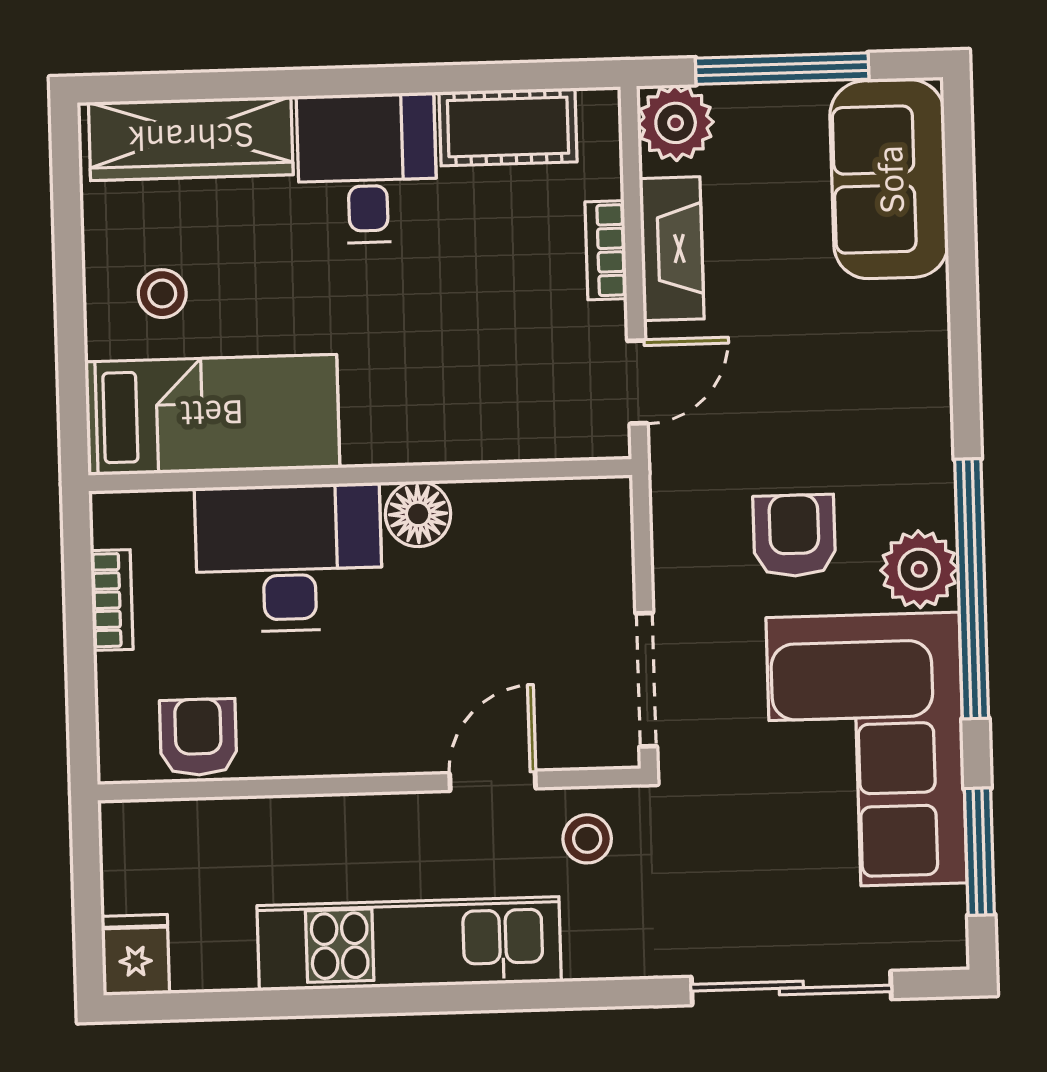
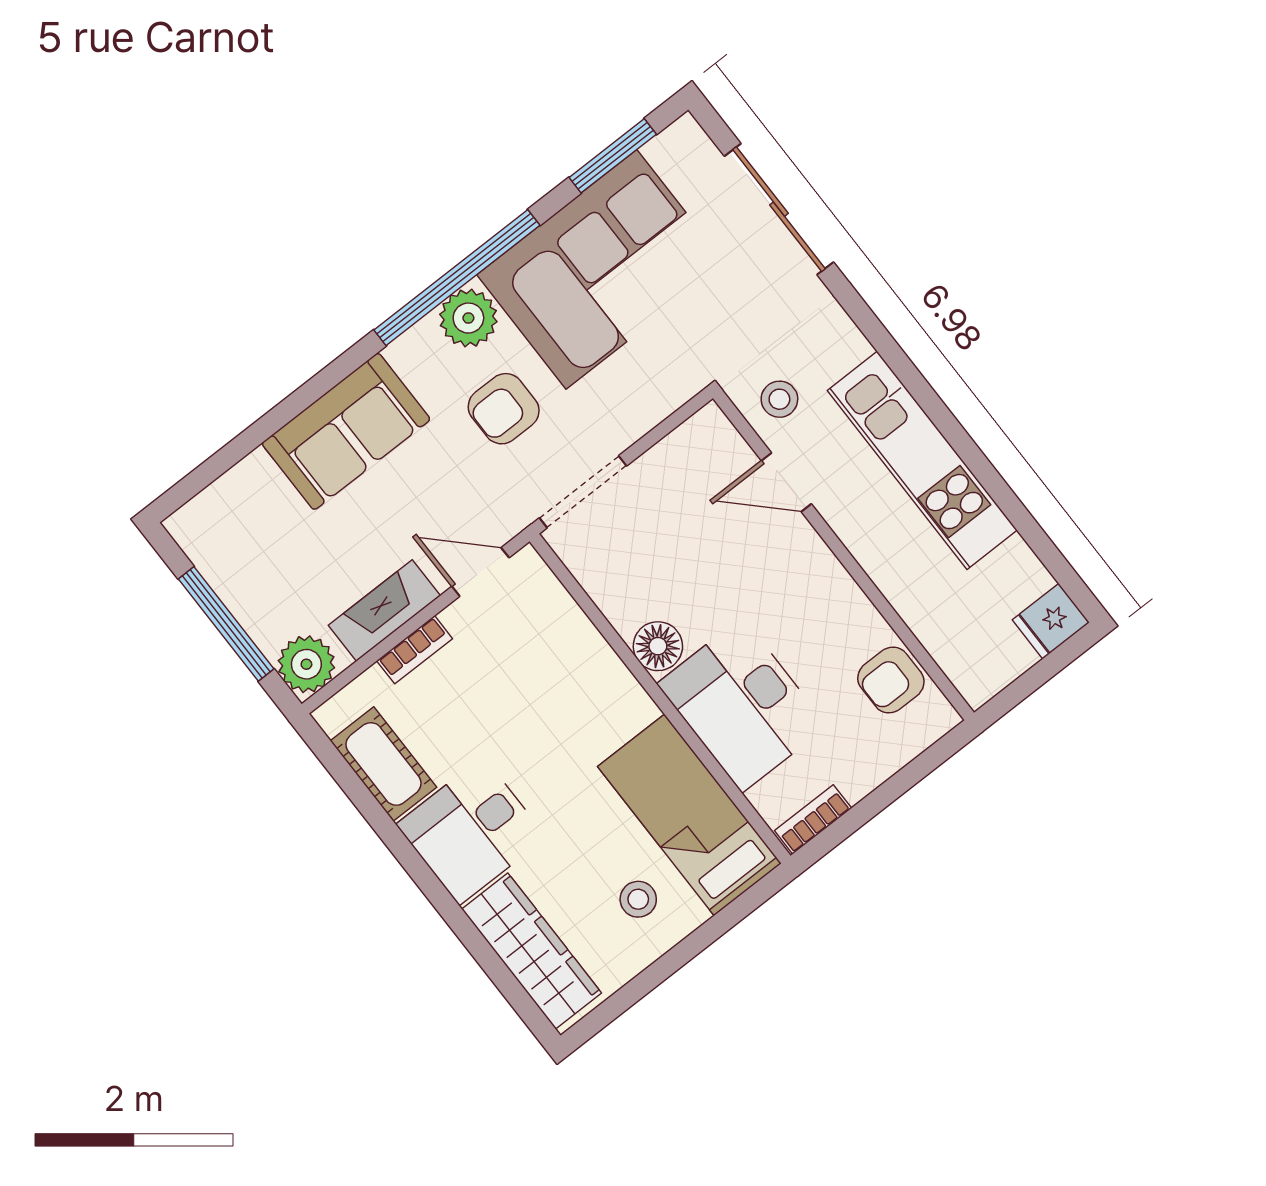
sofa: (889, 179) -> (346, 431), moved
bookcase: (112, 600) -> (813, 819), moved
doorway: (646, 680) -> (583, 492), moved

